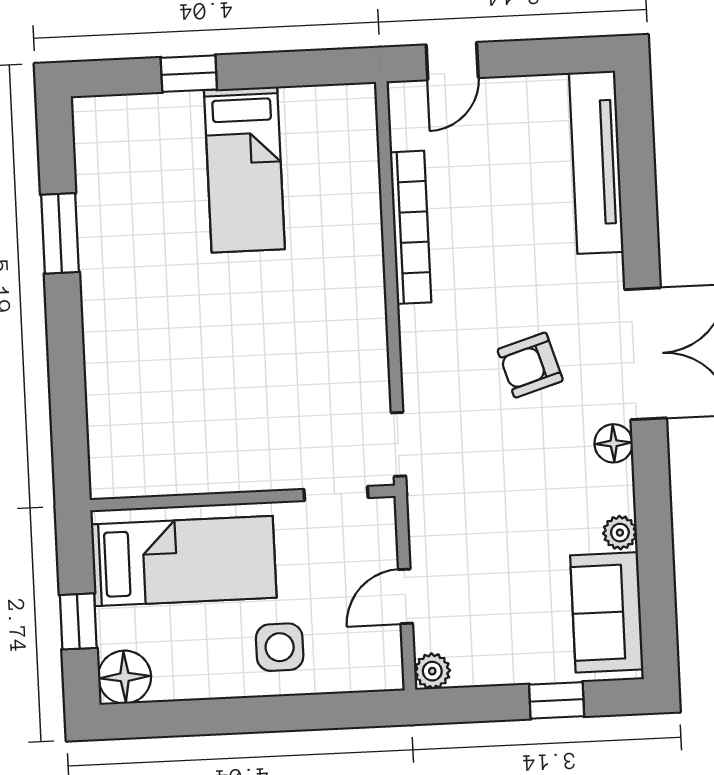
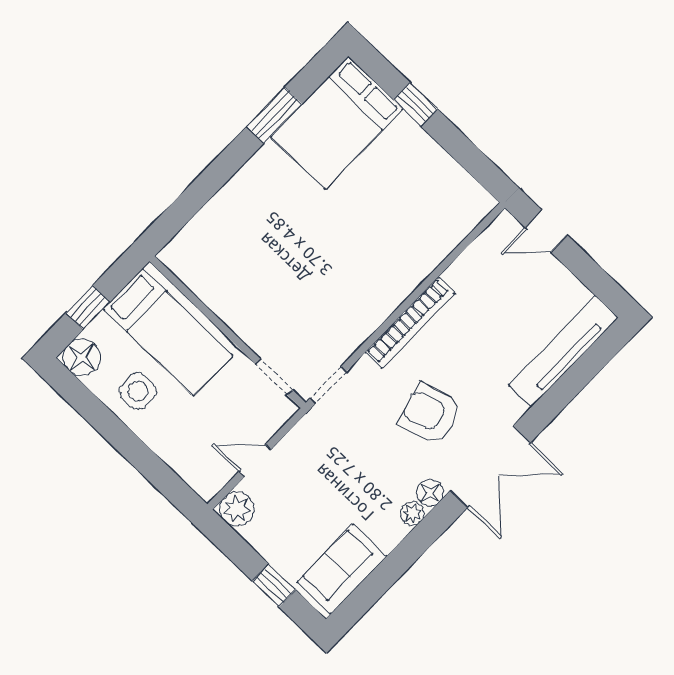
bed: (244, 170) -> (337, 123), moved, width x1.50
bookcase: (411, 227) -> (410, 323), moved
armchair: (530, 365) -> (430, 414), width x1.38, depth x1.38
plant: (620, 533) -> (412, 513), moved
side table: (280, 647) -> (138, 391), moved
plant: (432, 671) -> (237, 509), width x1.38, depth x1.38

